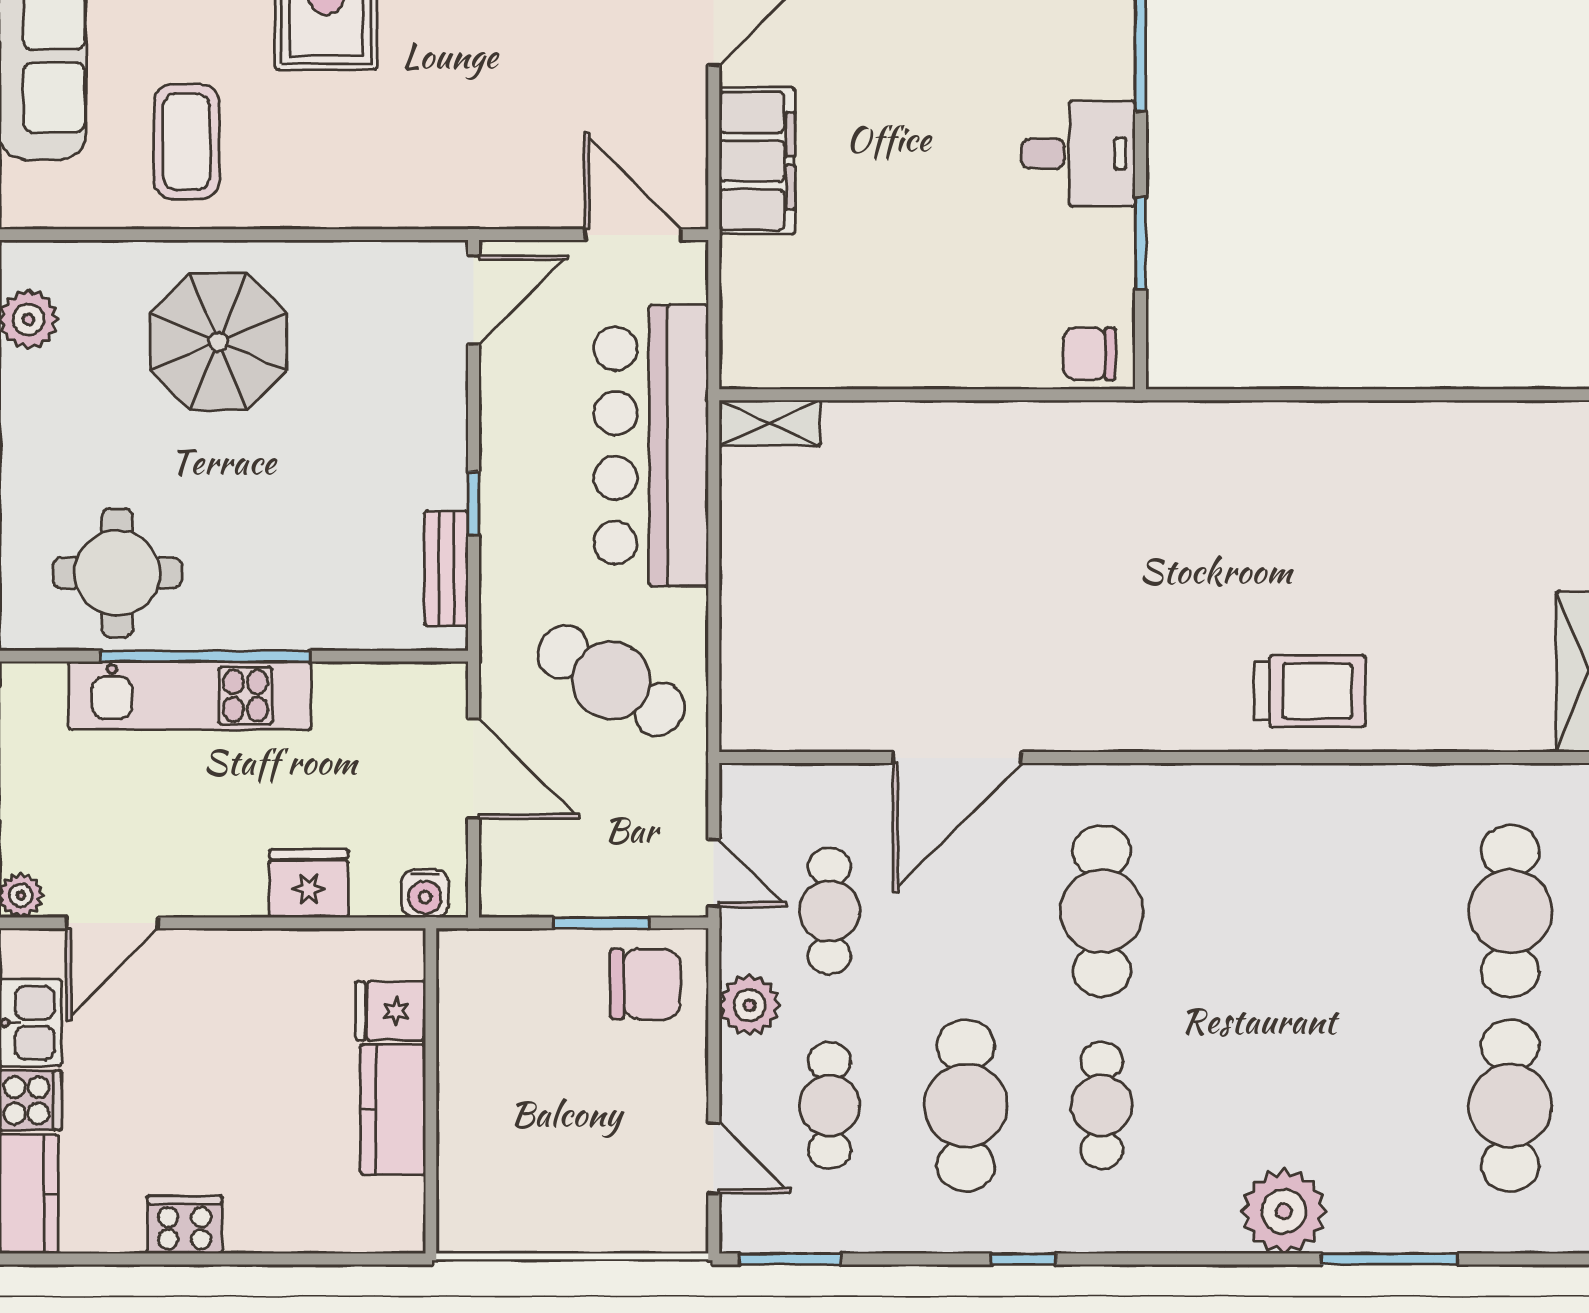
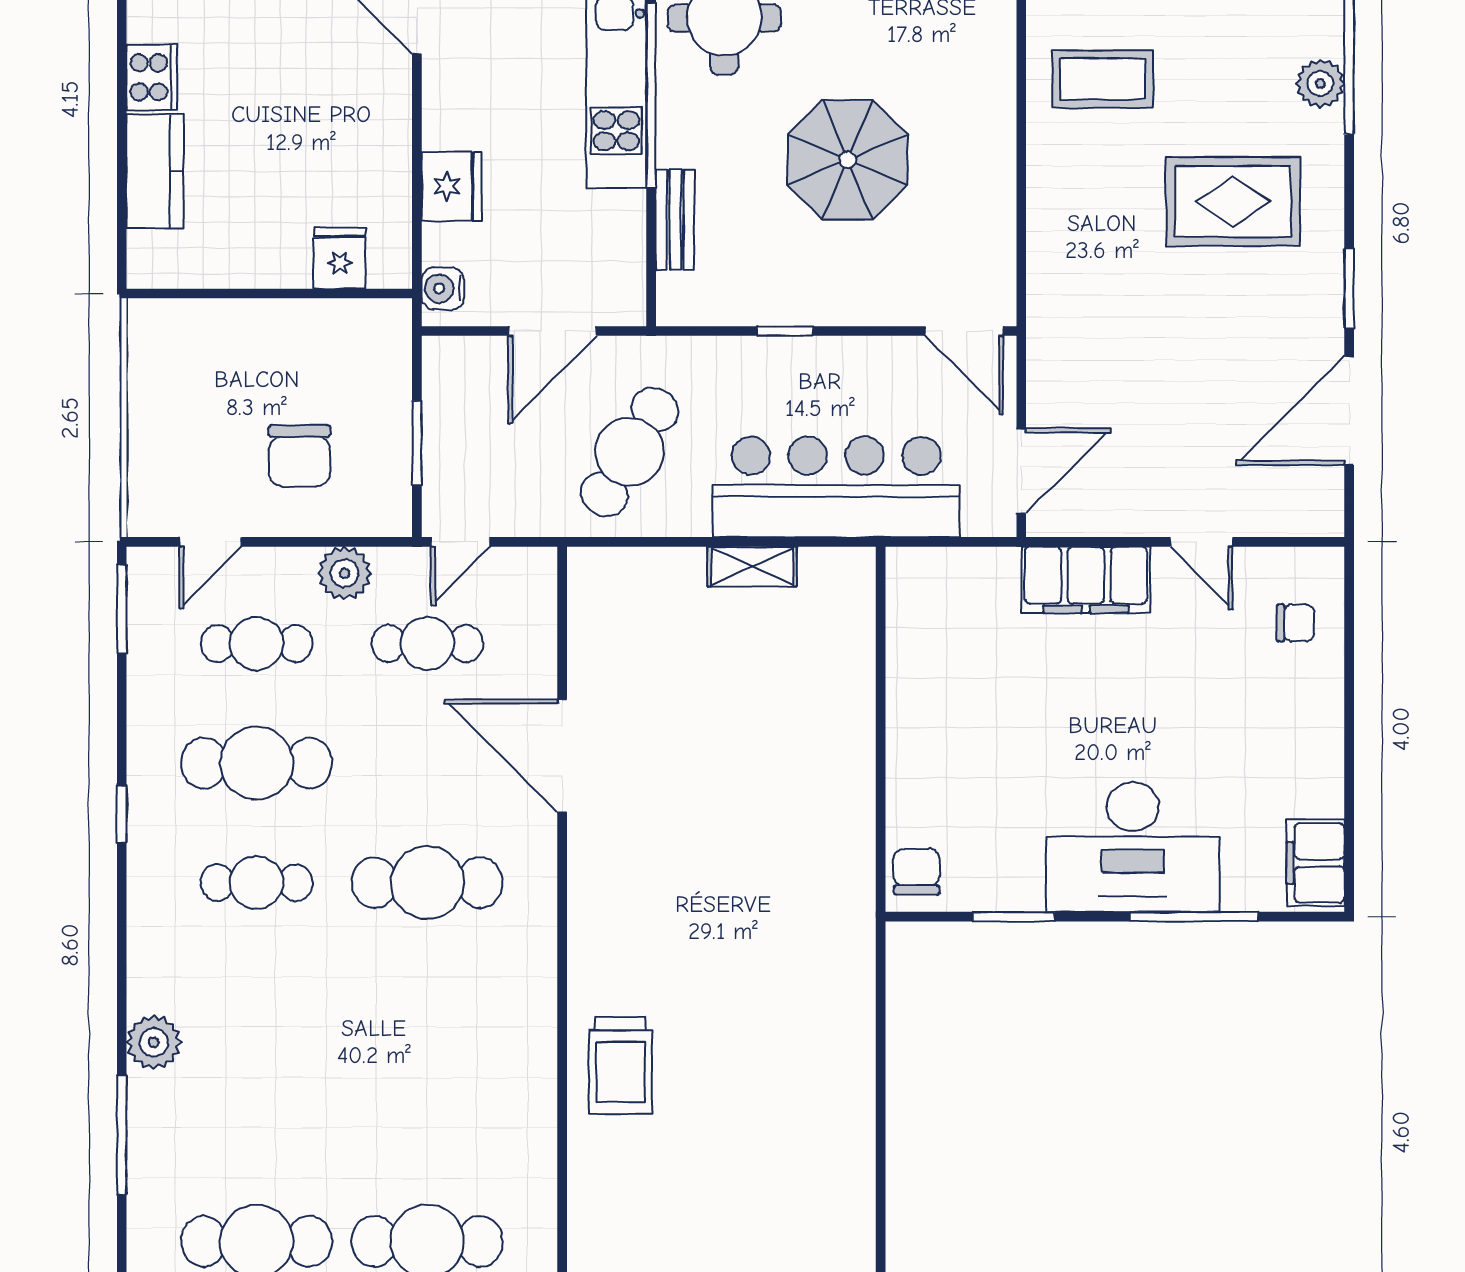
desk: (1078, 154) -> (1133, 847), width x1.87, depth x1.30
parasol: (218, 342) -> (848, 160), moved
shelving: (770, 423) -> (752, 567), moved, turned 90
bench: (446, 568) -> (675, 220), moved, turned 90
chair: (645, 984) -> (299, 456), moved
kitchen counter: (393, 1110) -> (155, 171), moved, turned 90
plant: (1284, 1211) -> (154, 1042), width x0.73, depth x0.73

